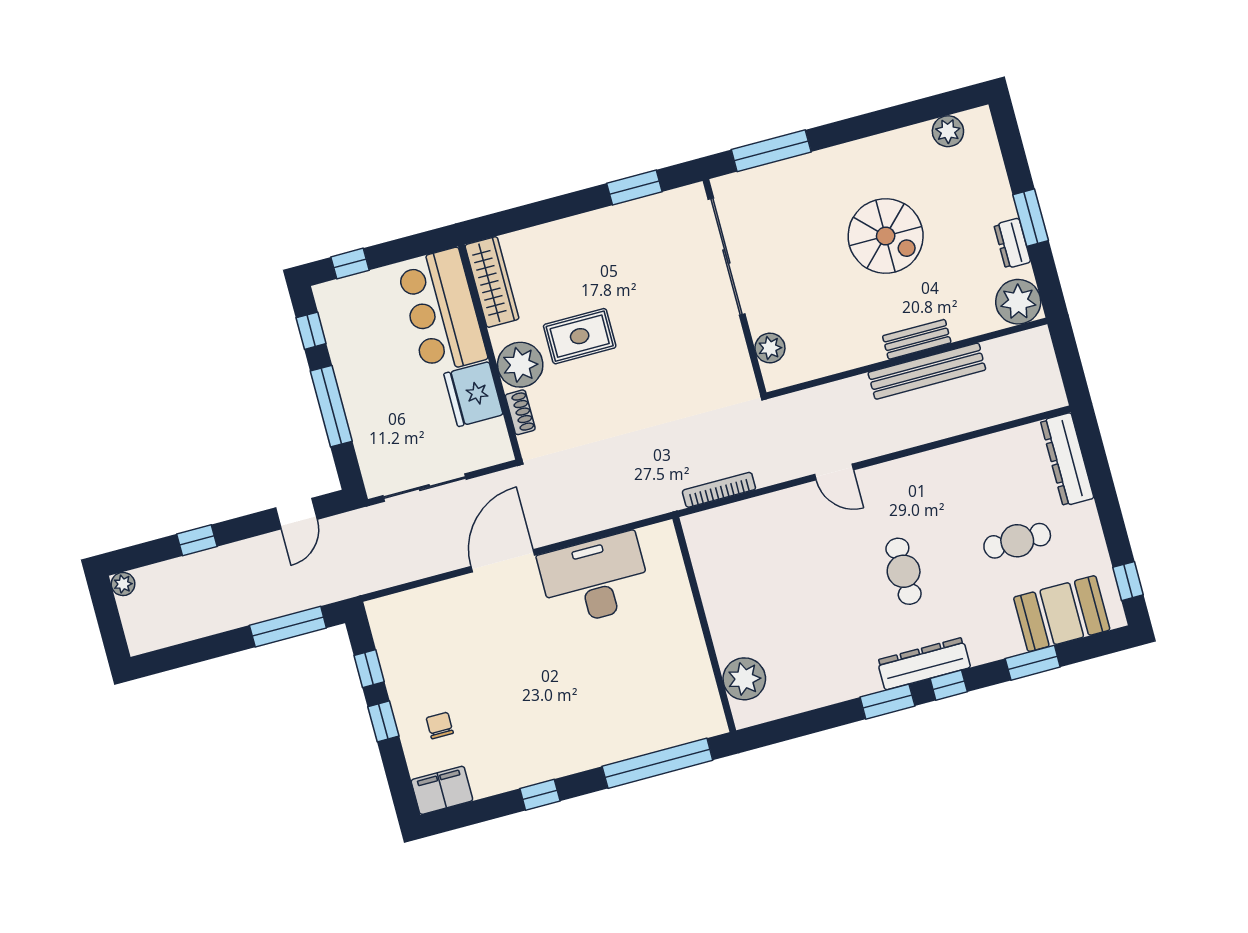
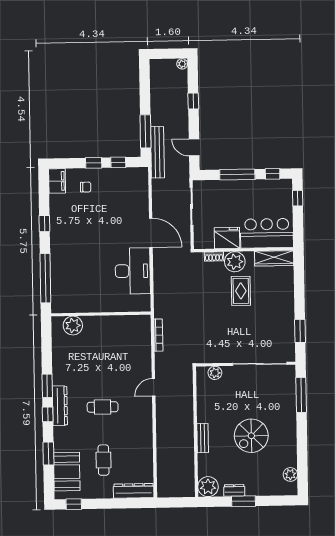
bench: (927, 371) -> (157, 152), moved

